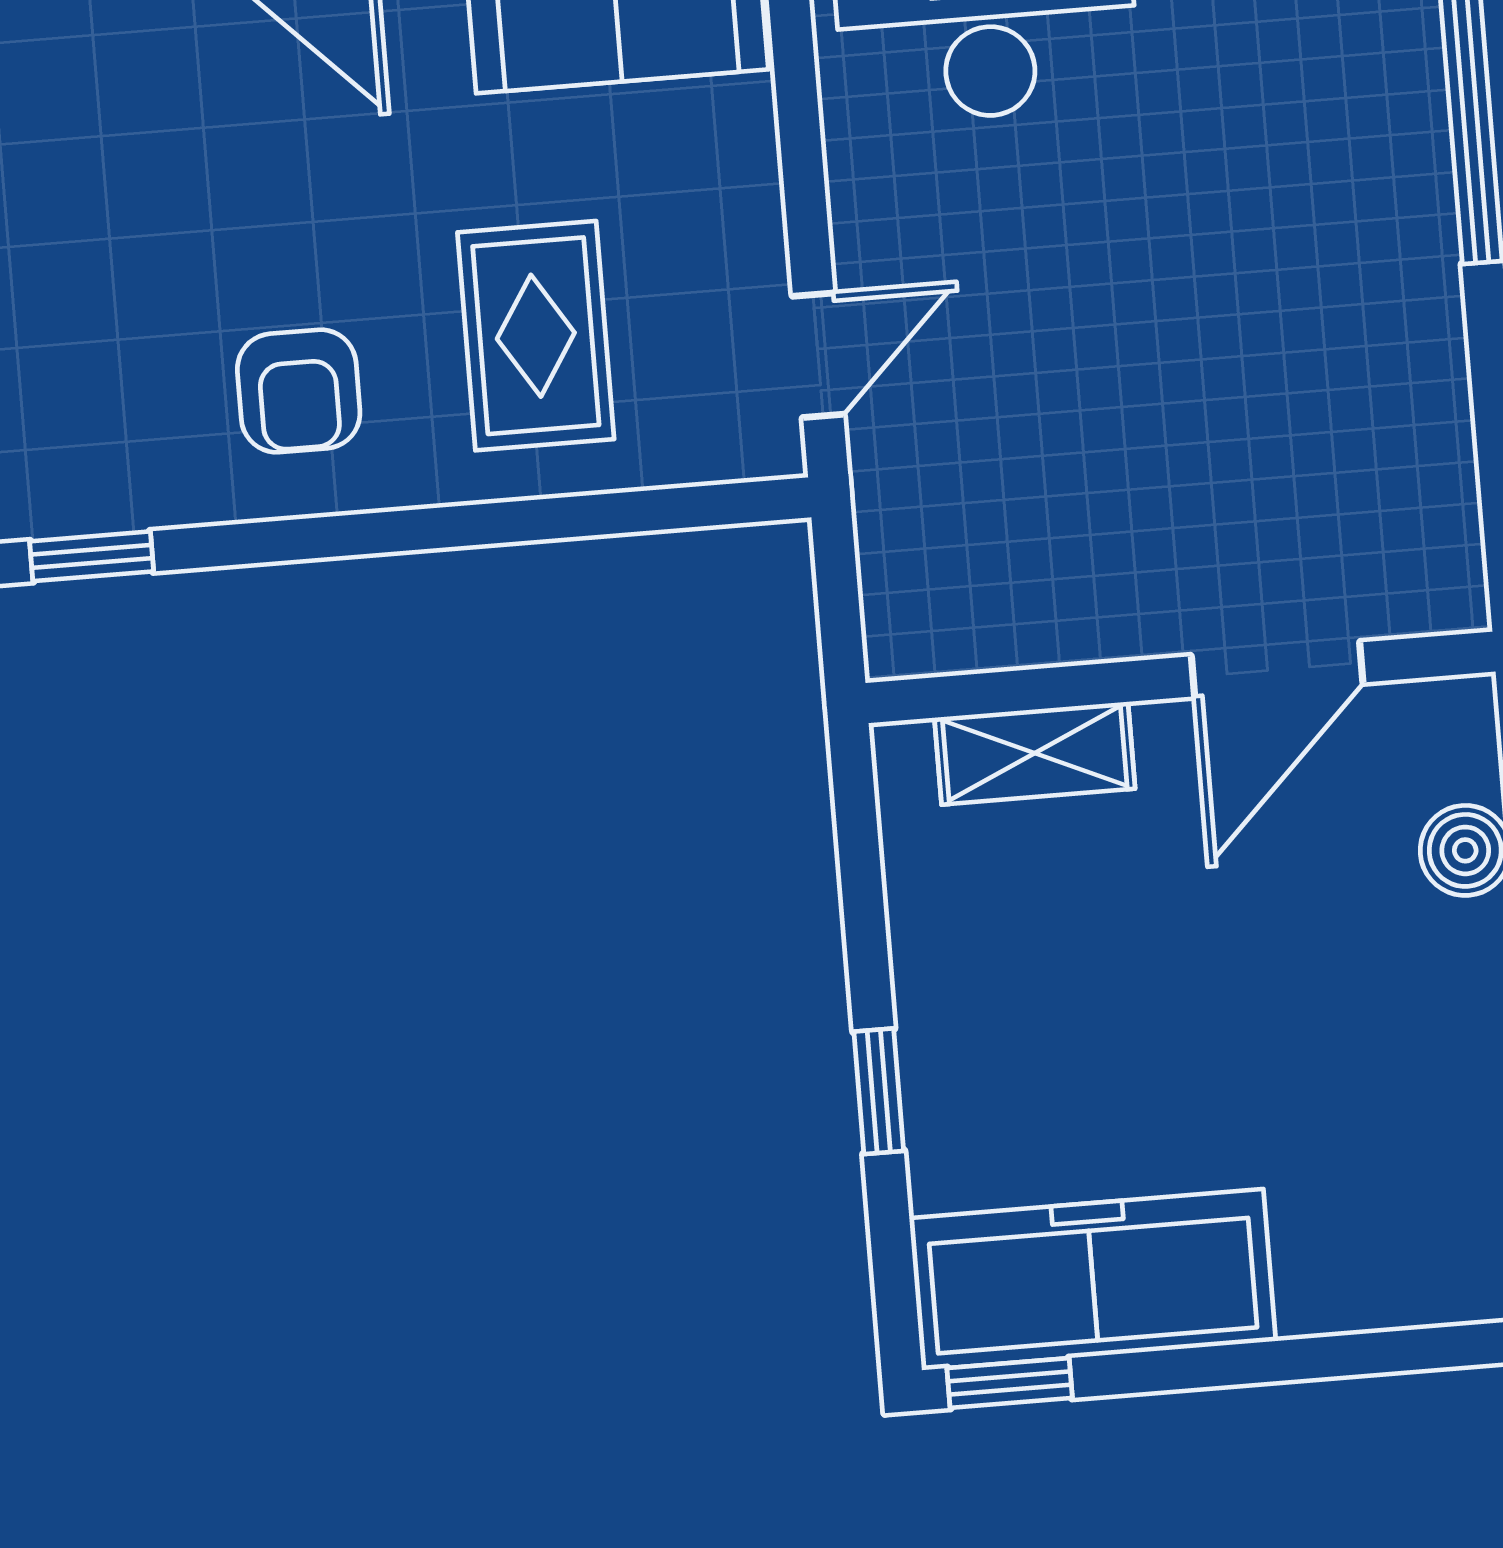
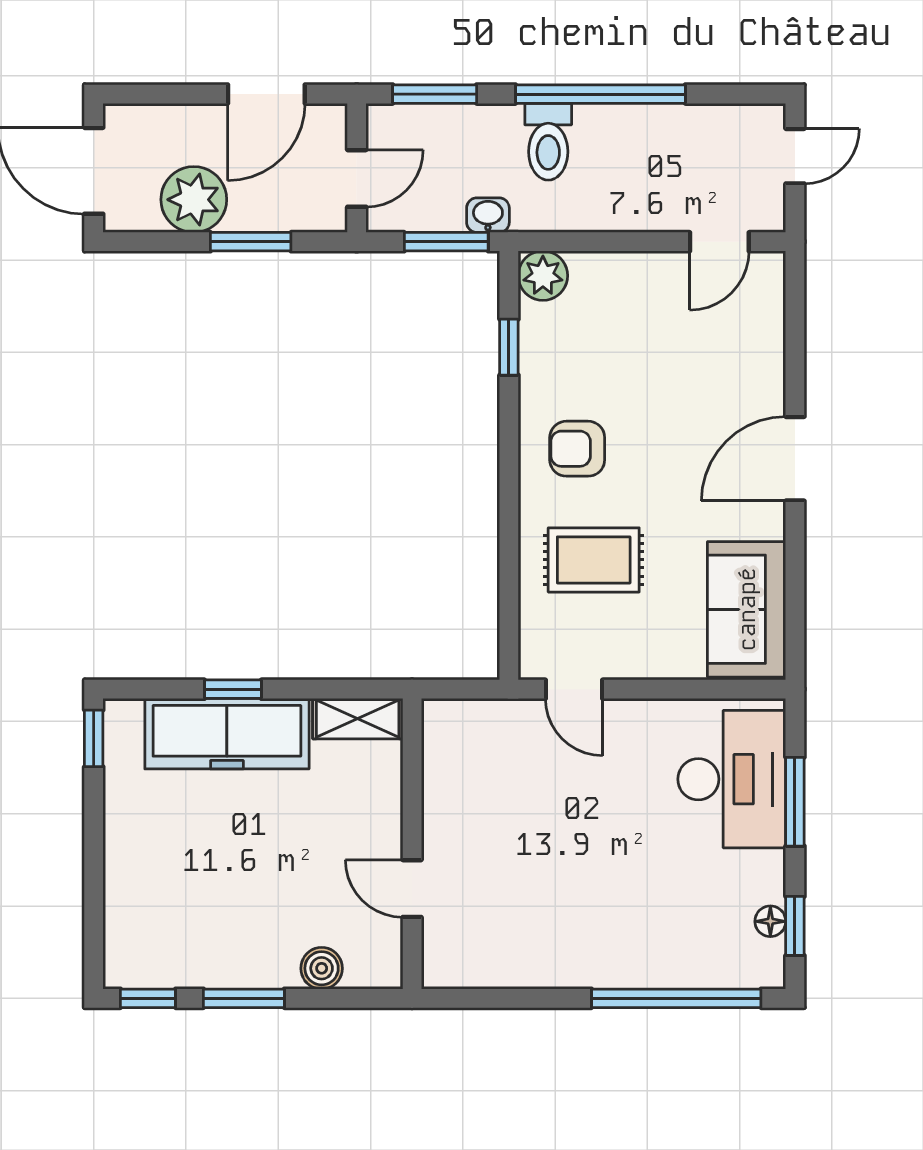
door: (1277, 669) -> (412, 889), width x0.73
shelving: (1035, 753) -> (358, 719), moved, turned 90
freezer: (1093, 1280) -> (227, 734), moved, turned 90

